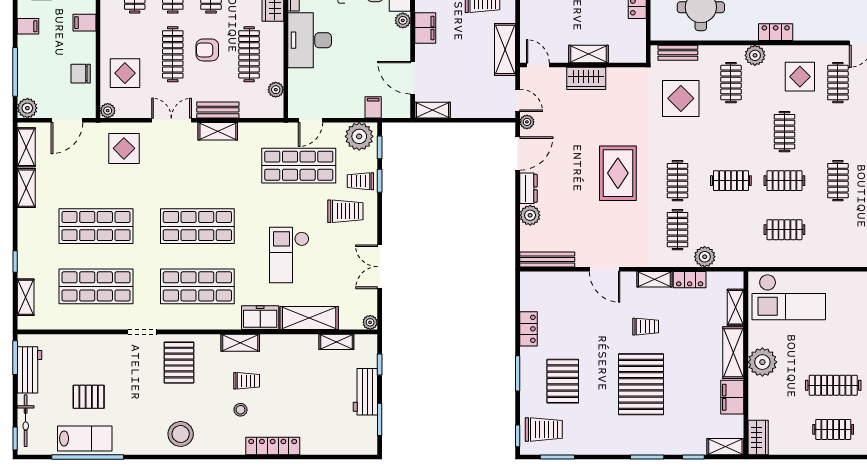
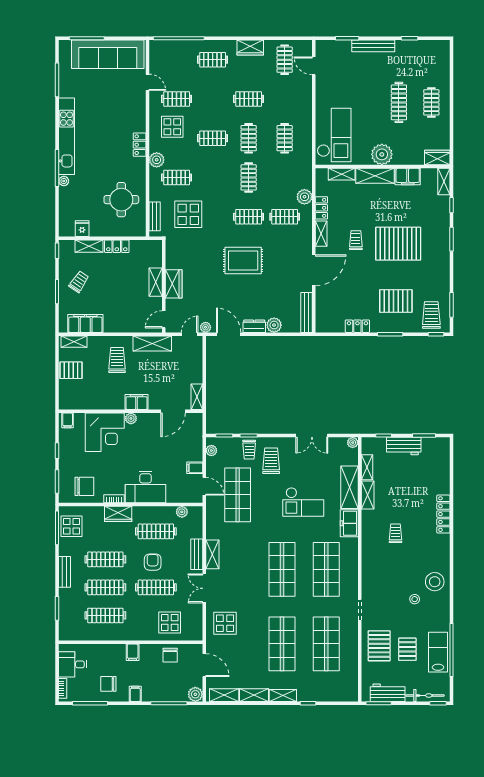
armchair: (207, 50) -> (153, 562), turned 180
filing cabinet: (373, 107) -> (195, 468), moved
plant: (108, 111) -> (197, 635), removed
plant: (359, 136) -> (211, 451), width x0.53, depth x0.53
door: (605, 269) -> (314, 270), width x1.36
shelving: (26, 297) -> (283, 695), moved
shelving: (240, 343) -> (368, 495), moved
pallet: (179, 363) -> (379, 646), moved, turned 90
stool: (241, 410) -> (415, 599), moved

